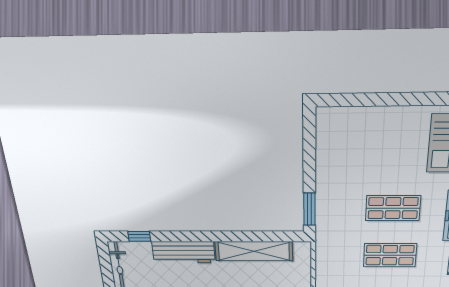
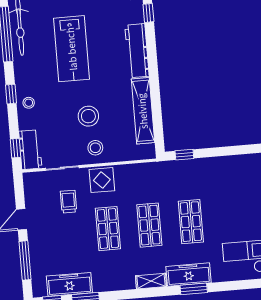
window: (309, 209) -> (184, 155), width x0.67

